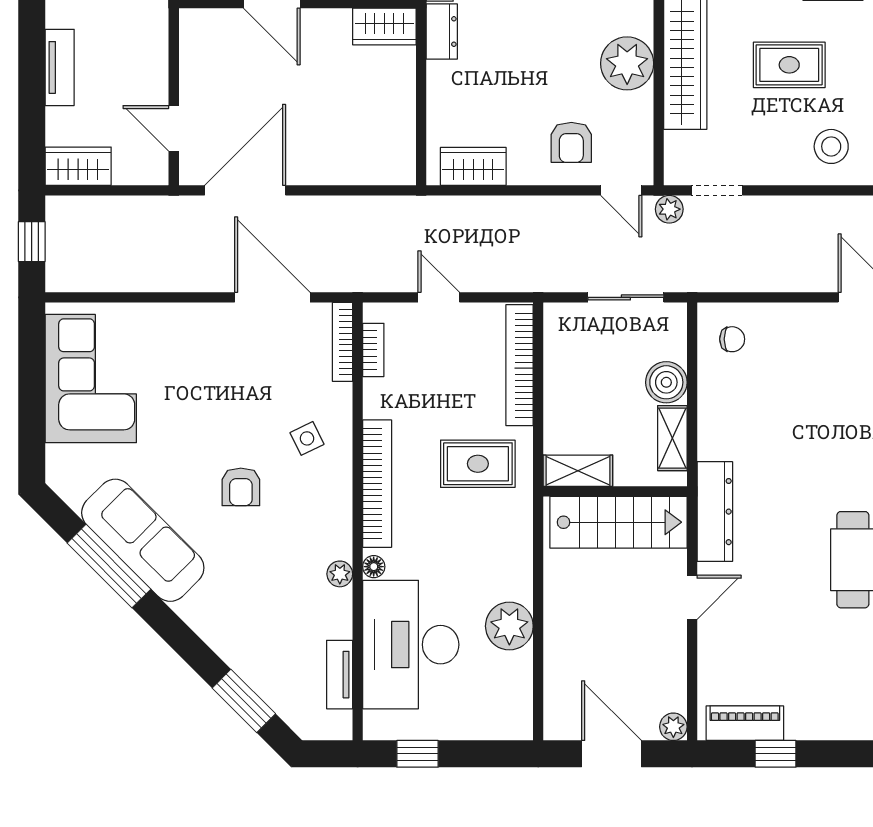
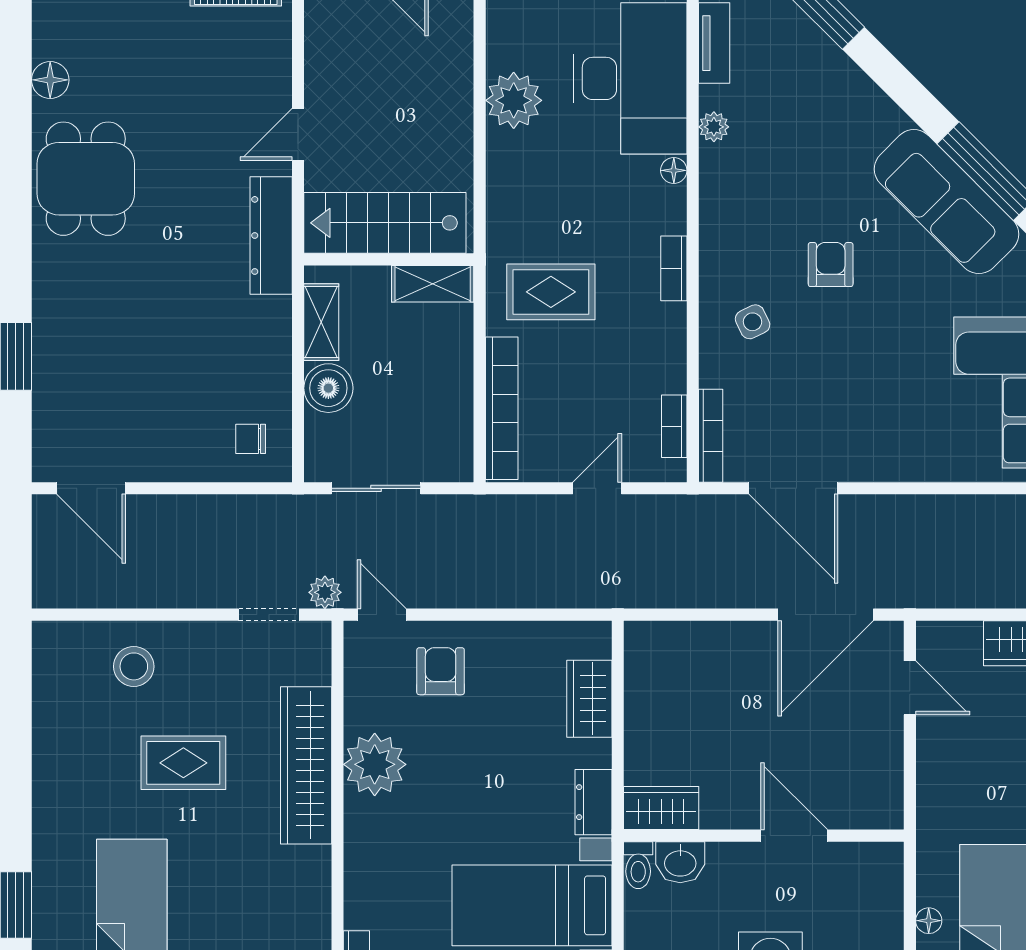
wardrobe: (473, 166) -> (589, 699), moved, turned 90
door: (439, 297) -> (597, 488), swing flipped
bookcase: (377, 484) -> (674, 268), width x0.43, depth x0.76
plant: (340, 574) -> (714, 127), moved

